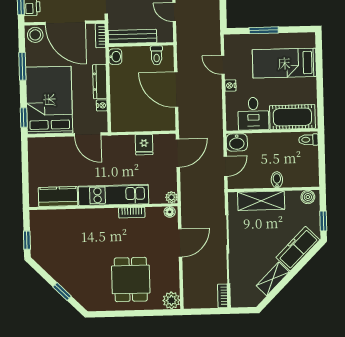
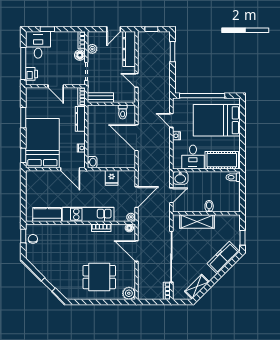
door: (65, 23) -> (56, 86), width x0.53
window: (264, 30) -> (202, 96), width x2.11
stool: (35, 35) -> (33, 95), removed
bench: (132, 36) -> (100, 98), width x0.73
washbasin: (115, 57) -> (92, 162), moved
bed: (284, 63) -> (217, 120), width x1.50
dresser: (100, 82) -> (80, 119), moved
door: (178, 153) -> (136, 197), moved
boiler: (308, 197) -> (232, 220), removed
chair: (40, 230) -> (33, 239), added
window: (27, 240) -> (23, 236), moved
door: (180, 243) -> (136, 251), swing flipped
dining table: (131, 279) -> (99, 277), turned 90
shelving: (273, 279) -> (197, 287), moved

